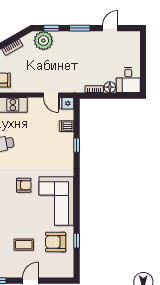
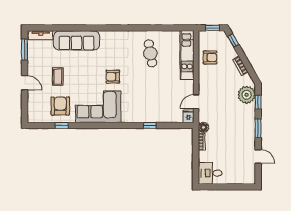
floor lamp: (110, 87) -> (203, 127), moved
dishwasher: (67, 126) -> (167, 116), removed
armchair: (24, 185) -> (113, 77), turned 90

